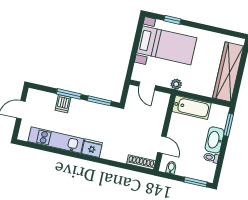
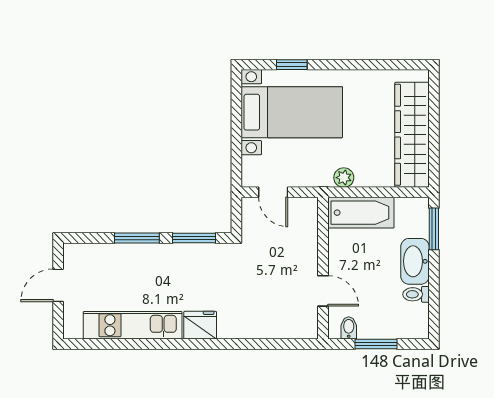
plant: (176, 84) -> (344, 178), moved
dishwasher: (63, 104) -> (131, 258), removed
shoe rack: (141, 162) -> (293, 331), removed
window: (195, 182) -> (376, 344), moved

